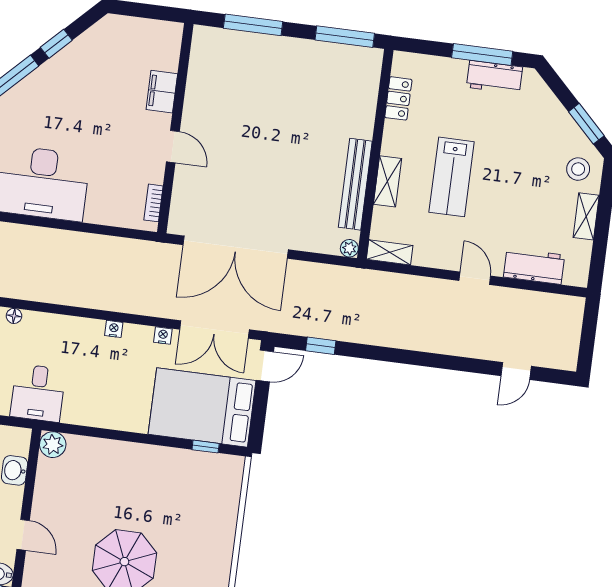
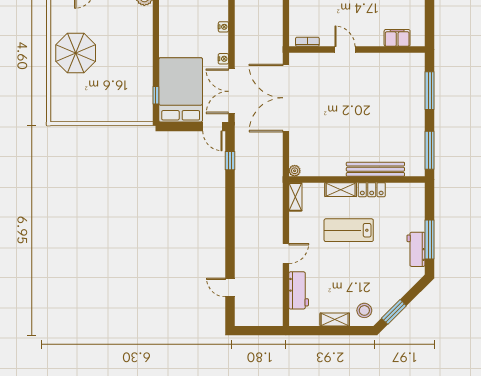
filing cabinet: (162, 92) -> (397, 38), moved
locker: (398, 98) -> (372, 190), moved
door: (173, 147) -> (345, 49), swing flipped
bench: (355, 184) -> (375, 169), moved

